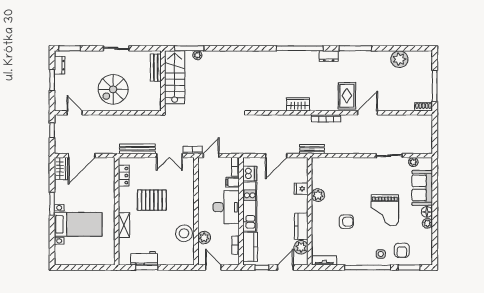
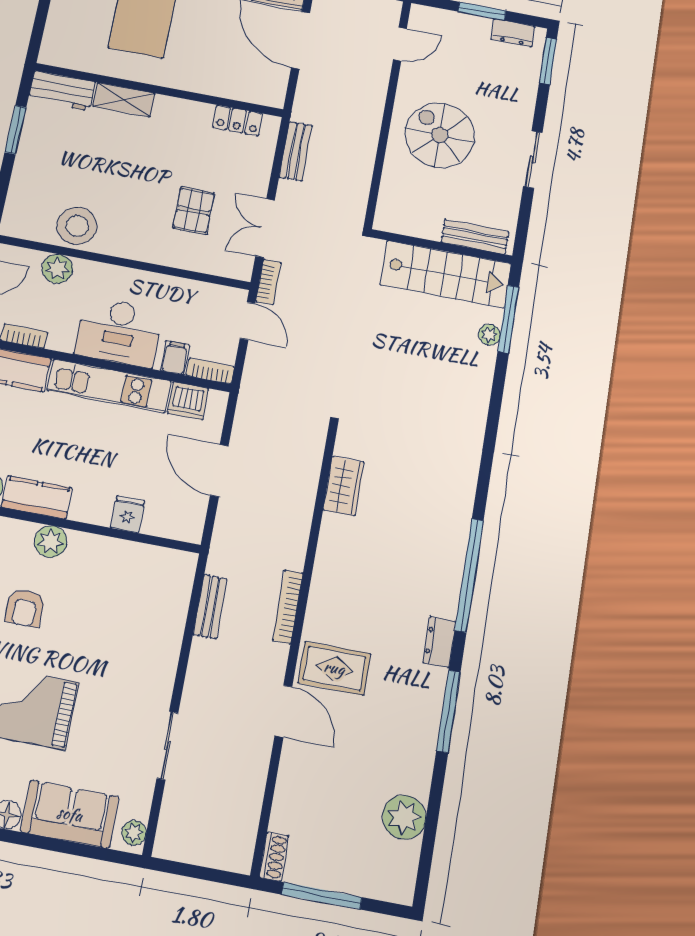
wardrobe: (298, 104) -> (344, 486), moved
bench: (137, 149) -> (296, 151), width x0.73
bench: (312, 149) -> (210, 607), moved
plant: (413, 162) -> (134, 833), moved
plant: (318, 195) -> (51, 542), moved
pallet: (152, 200) -> (194, 211), moved, width x0.67, depth x0.71
workbench: (144, 258) -> (62, 91), moved, turned 90

